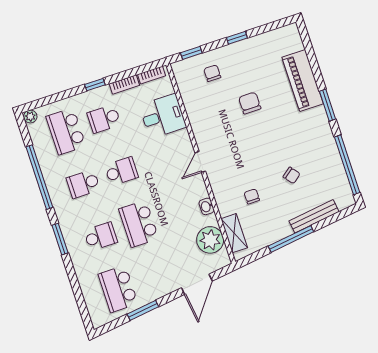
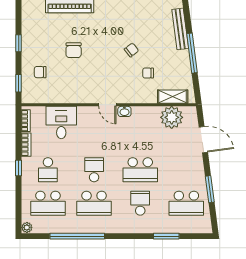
chair: (250, 103) -> (74, 50), turned -90
chair: (292, 175) -> (131, 50), moved
school desk: (83, 184) -> (94, 203), width x1.85
washbasin: (207, 206) -> (124, 111), moved
window: (60, 239) -> (166, 236), moved

